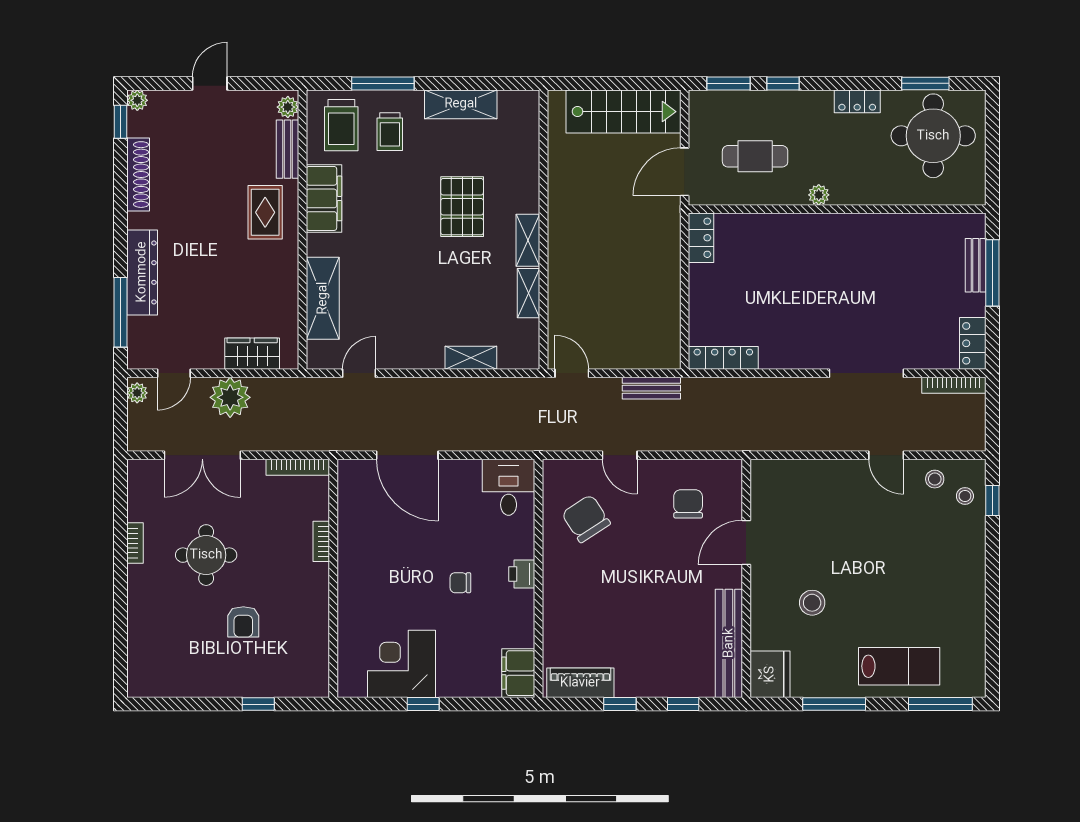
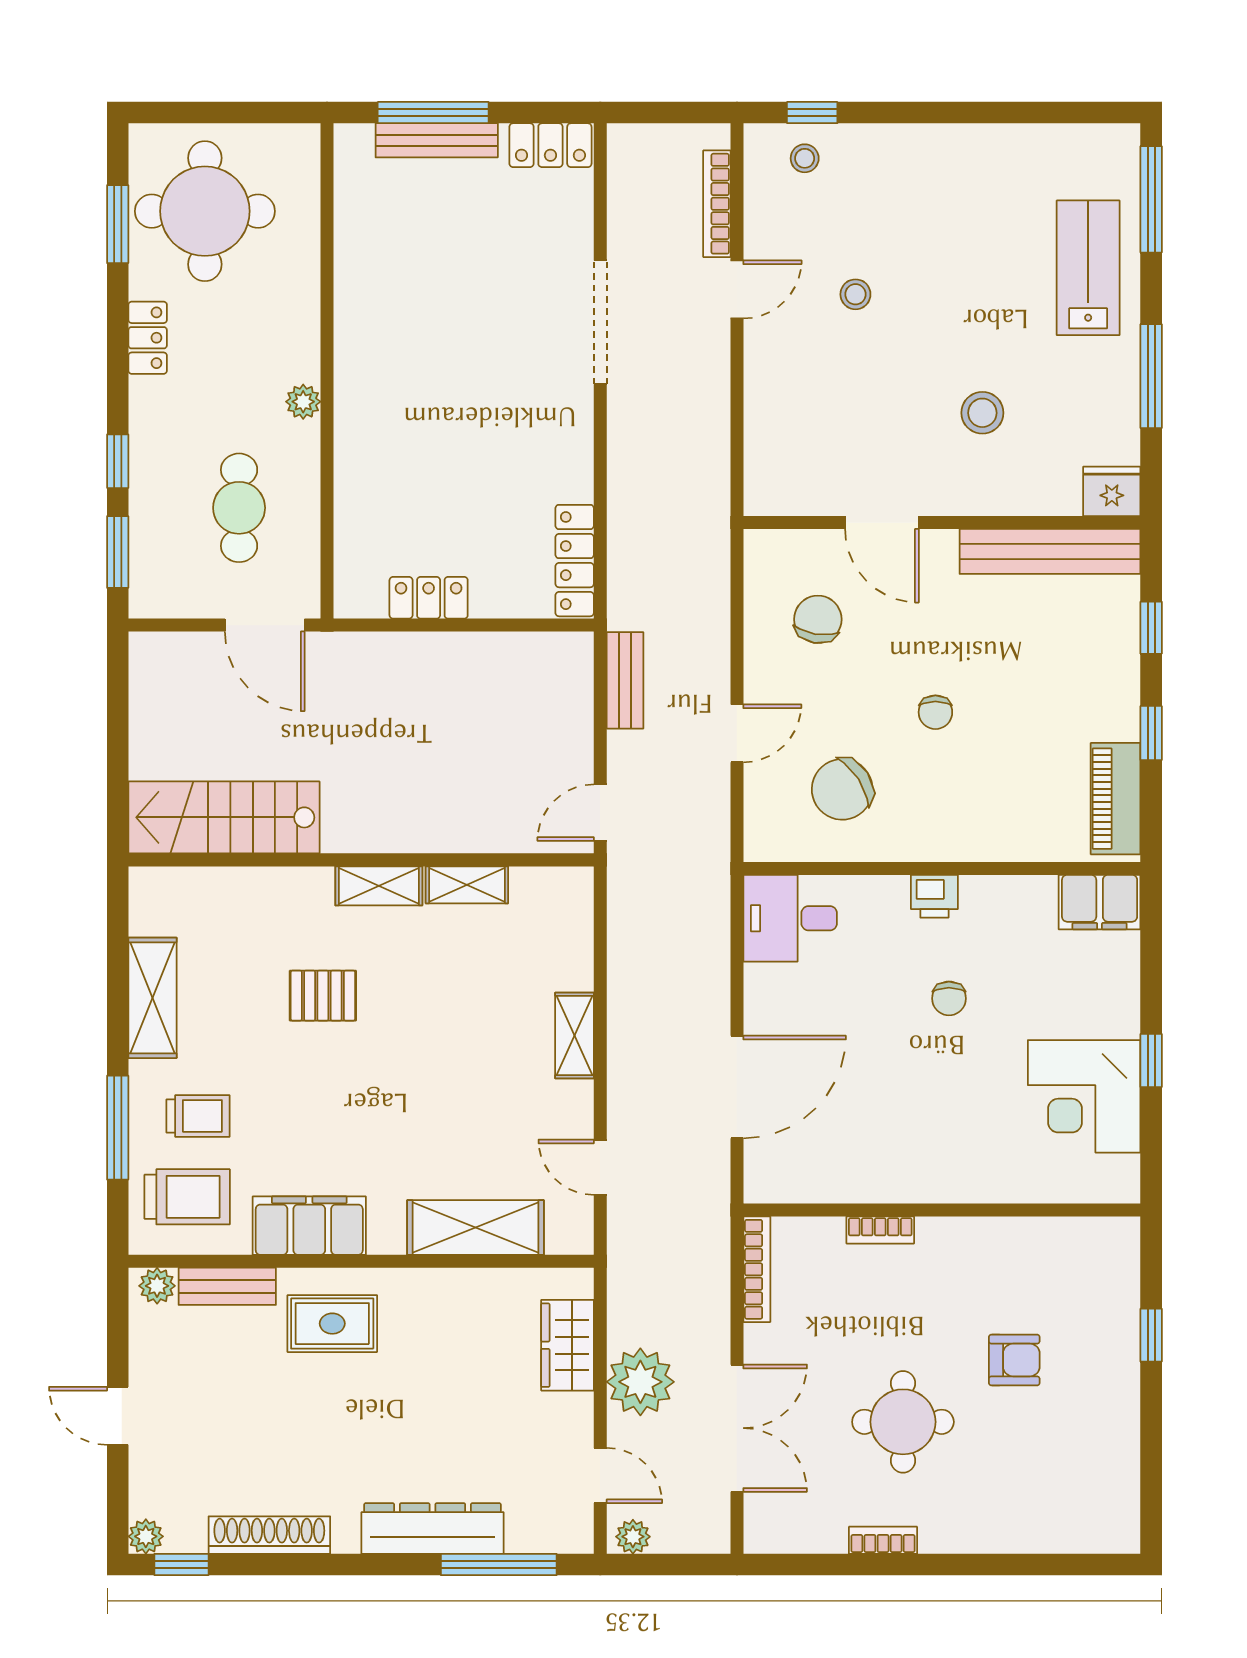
stairs: (623, 112) -> (224, 817), moved, turned -90
pallet: (462, 207) -> (323, 996), width x0.67, depth x0.71
locker: (701, 238) -> (429, 598), moved
bench: (976, 265) -> (437, 140), width x1.36
shelving: (471, 358) -> (575, 1036), moved
bookcase: (954, 385) -> (717, 204), moved, turned 180
stool: (935, 479) -> (855, 294), moved
chair: (688, 504) -> (818, 619), turned 99
chair: (632, 575) -> (935, 712), added
fridge: (770, 674) -> (1112, 491), width x0.73, depth x0.75

